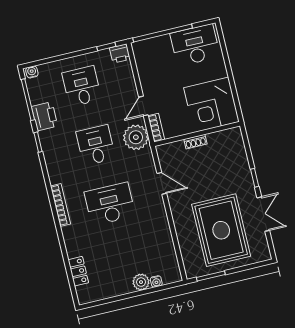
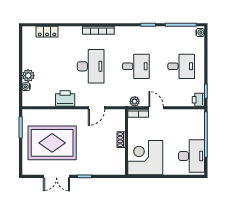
printer: (45, 116) -> (65, 98), moved, turned 180
plant: (136, 137) -> (135, 101), width x0.53, depth x0.53

